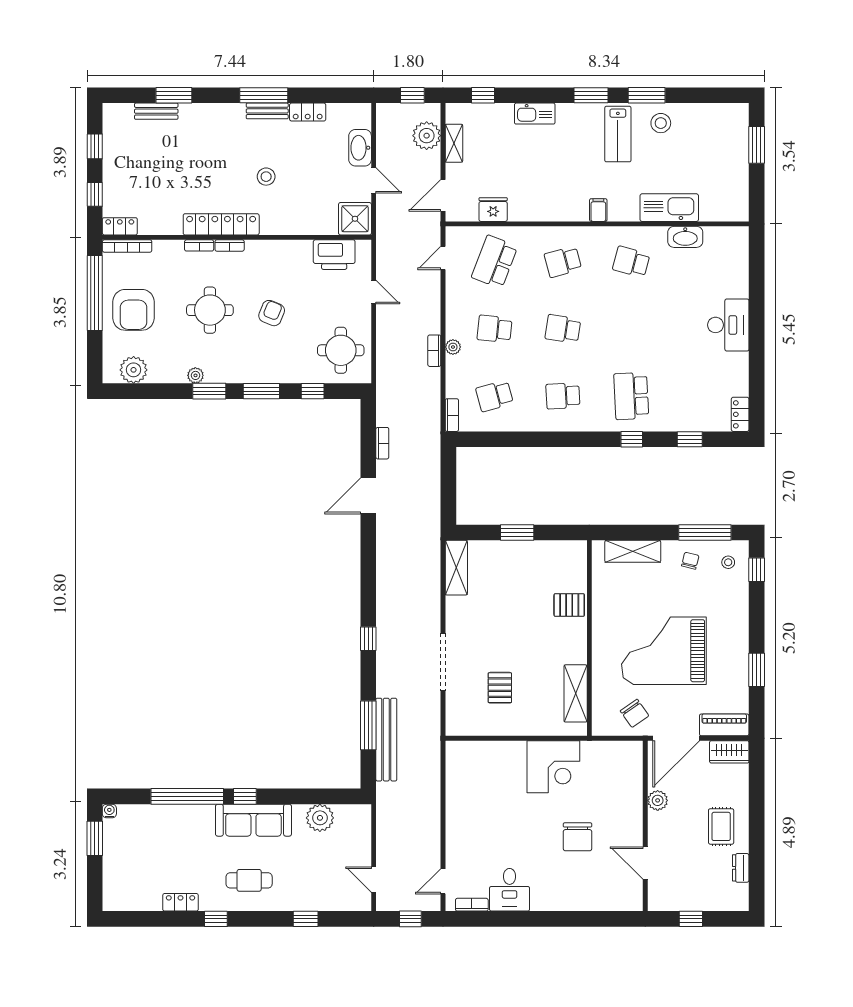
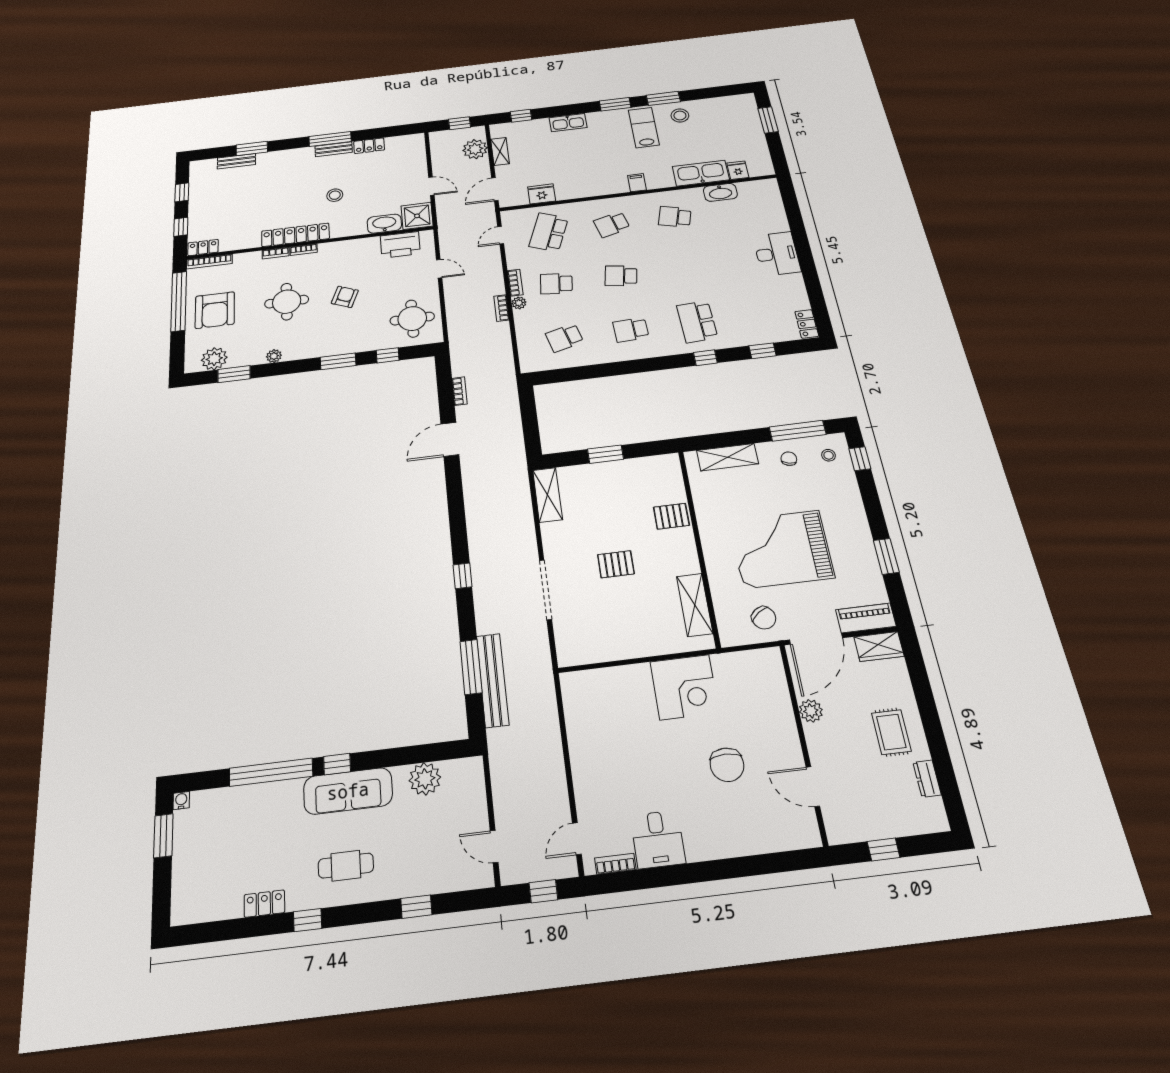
lab bench: (618, 134) -> (644, 127), turned 180
washbasin: (360, 148) -> (384, 224), moved, turned 90
fridge: (710, 210) -> (738, 170), added
window: (209, 391) -> (234, 374), moved
bookcase: (452, 415) -> (515, 283), moved
pallet: (500, 688) -> (616, 564), moved, turned 90

